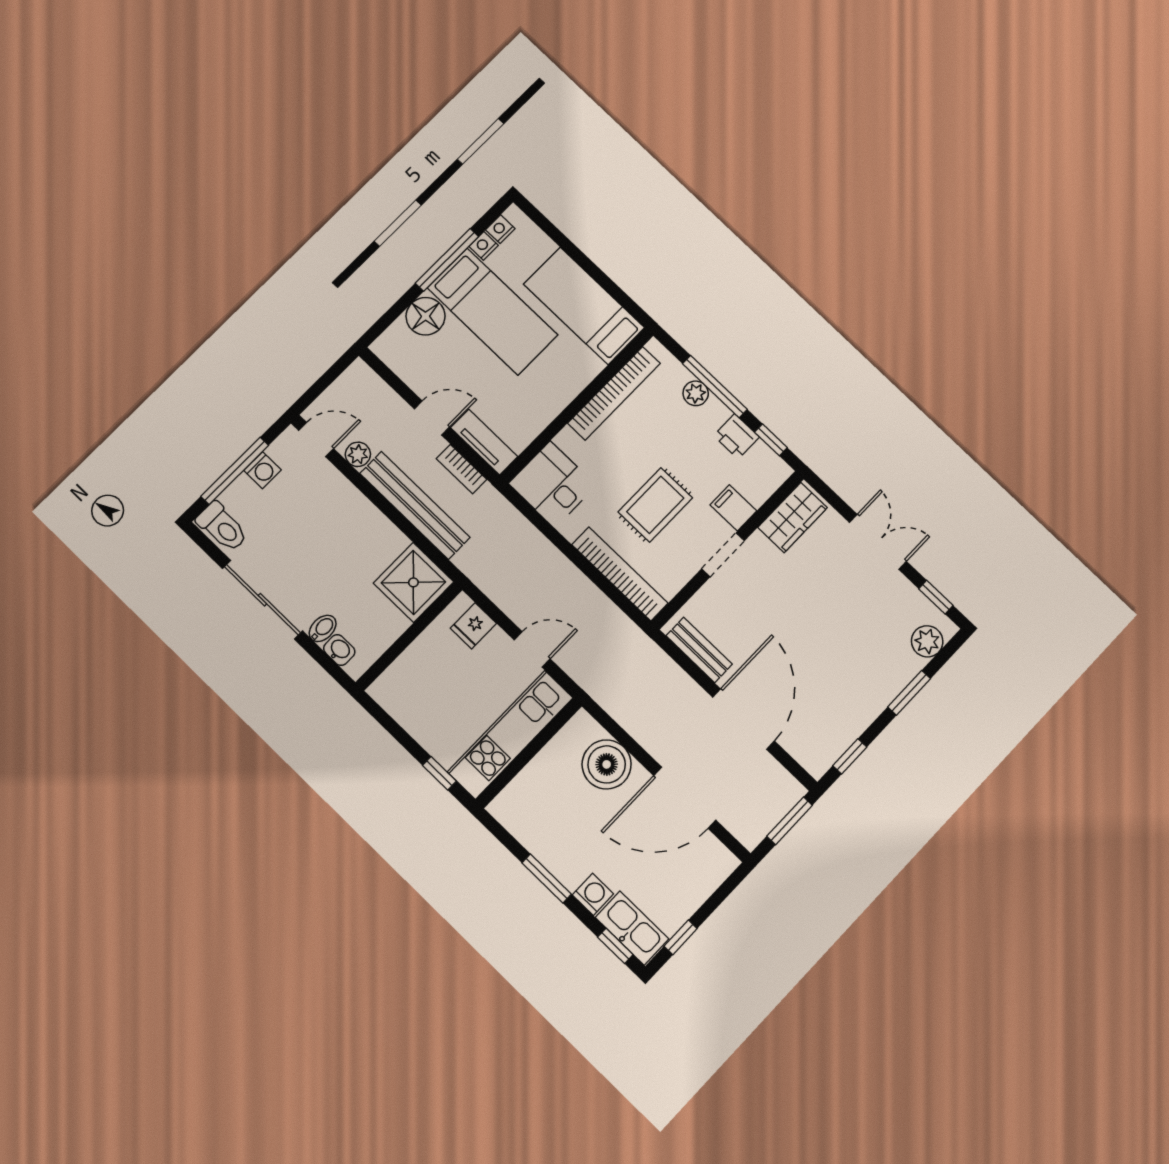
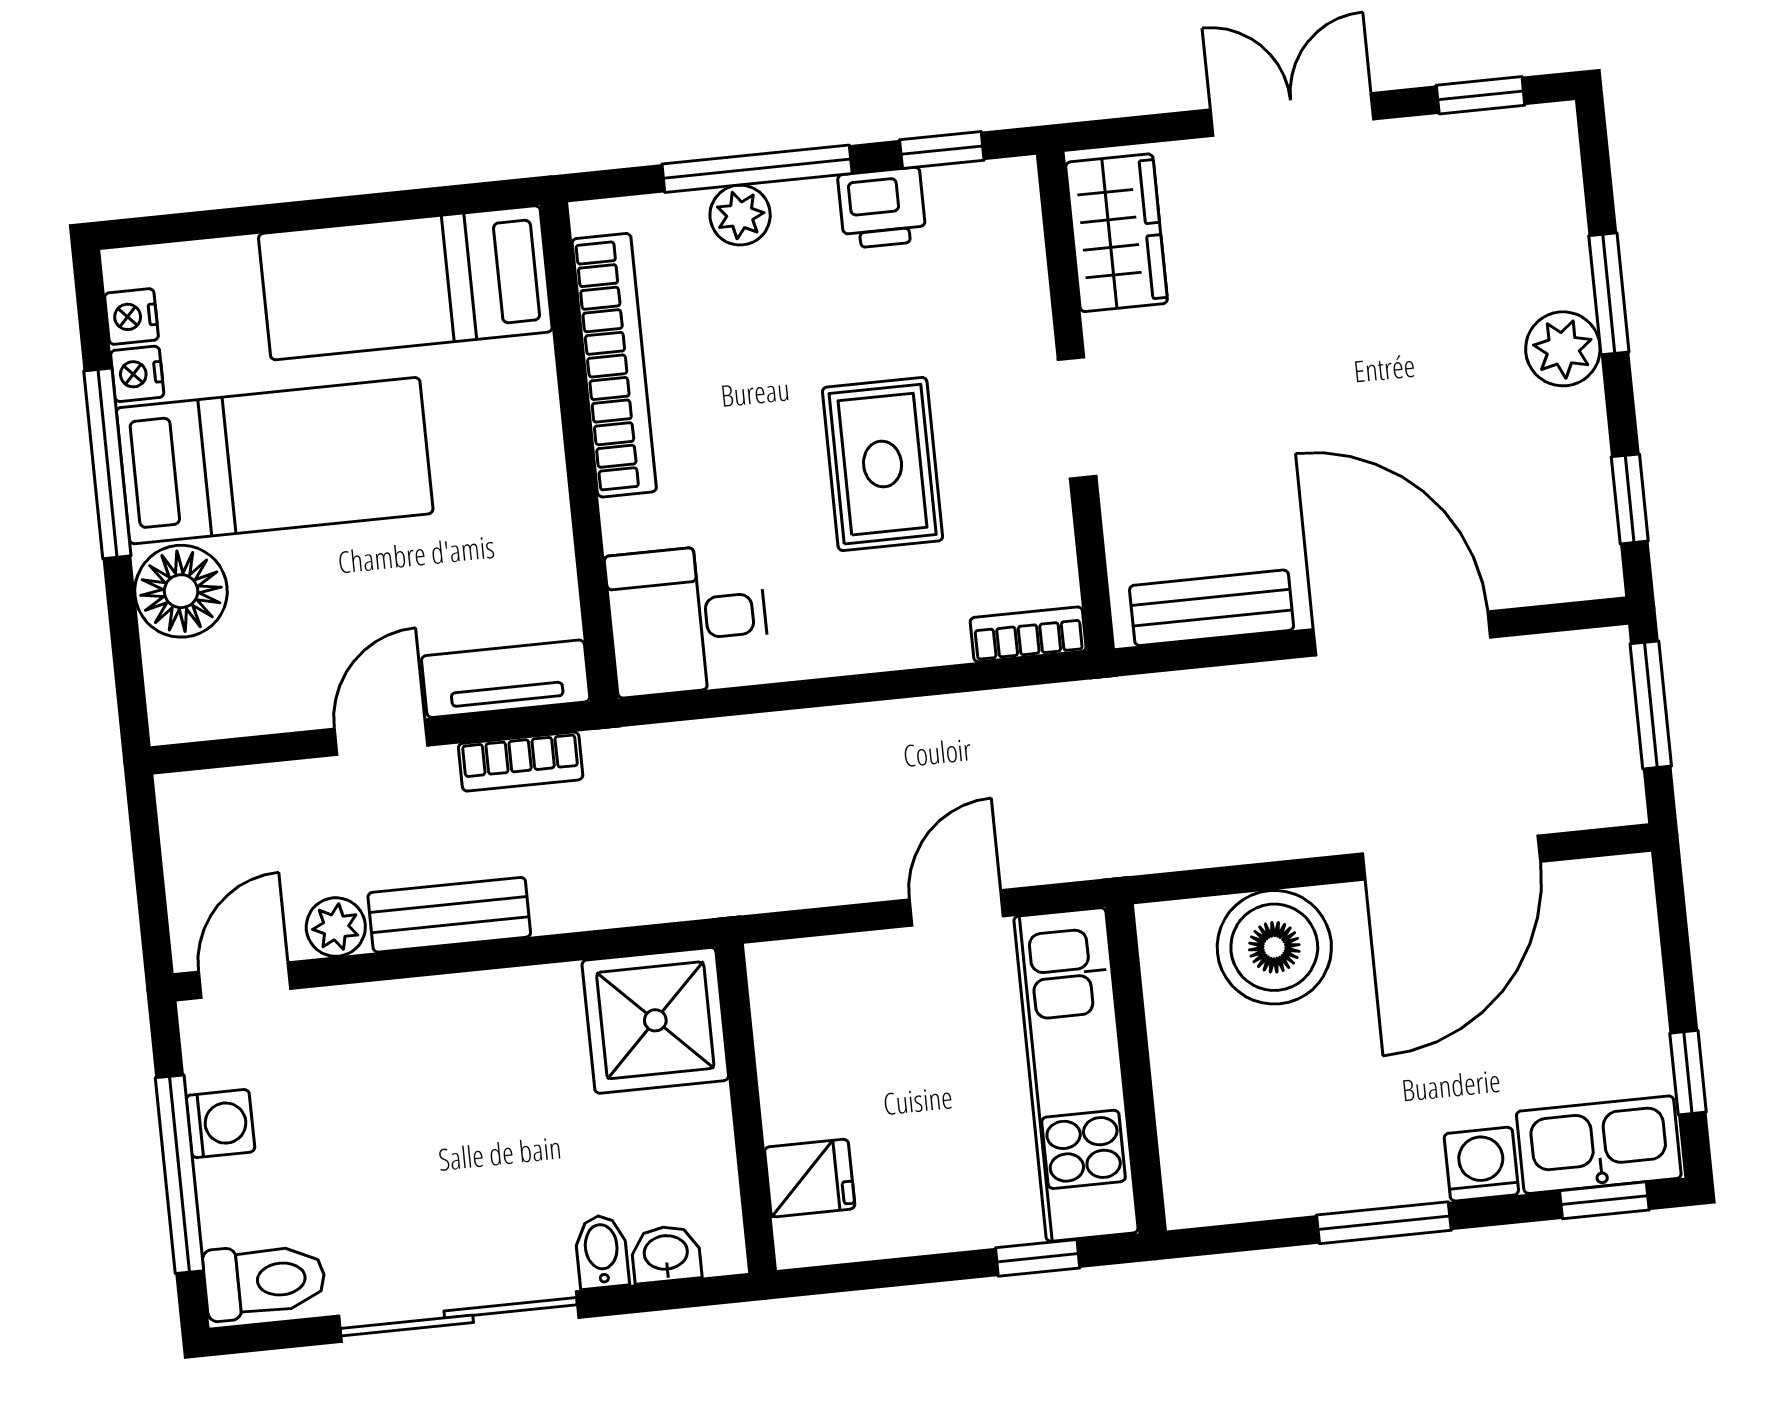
bench: (415, 505) -> (449, 915), width x0.54, depth x0.82
filing cabinet: (733, 508) -> (1008, 326), removed
bookcase: (620, 574) -> (1028, 634), width x0.43, depth x0.76
fridge: (473, 626) -> (810, 1178), moved, turned -90
plant: (927, 641) -> (1563, 349), moved

